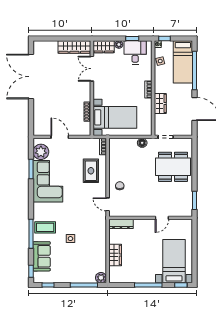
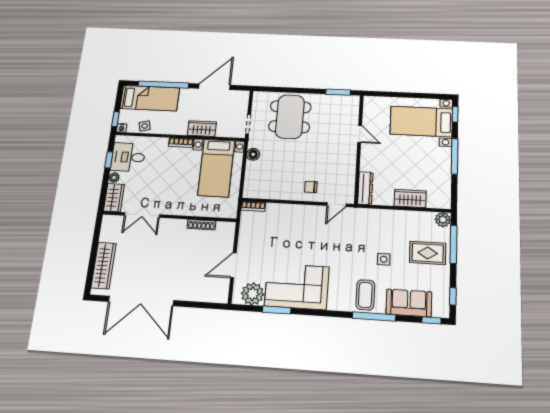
wardrobe: (74, 47) -> (104, 265), moved
bed with nightstands: (115, 117) -> (216, 168), moved, turned 180
rug: (91, 171) -> (428, 253), moved

